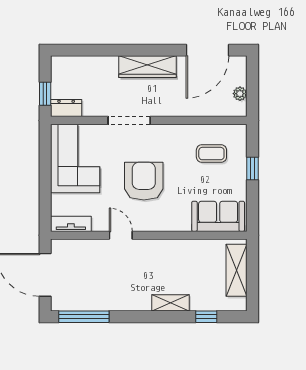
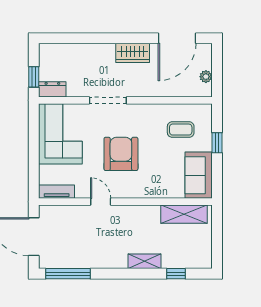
wardrobe: (147, 67) -> (133, 53), width x0.67
sofa: (218, 216) -> (199, 175), moved, turned -90
shelving: (236, 270) -> (184, 214), moved, turned 90

